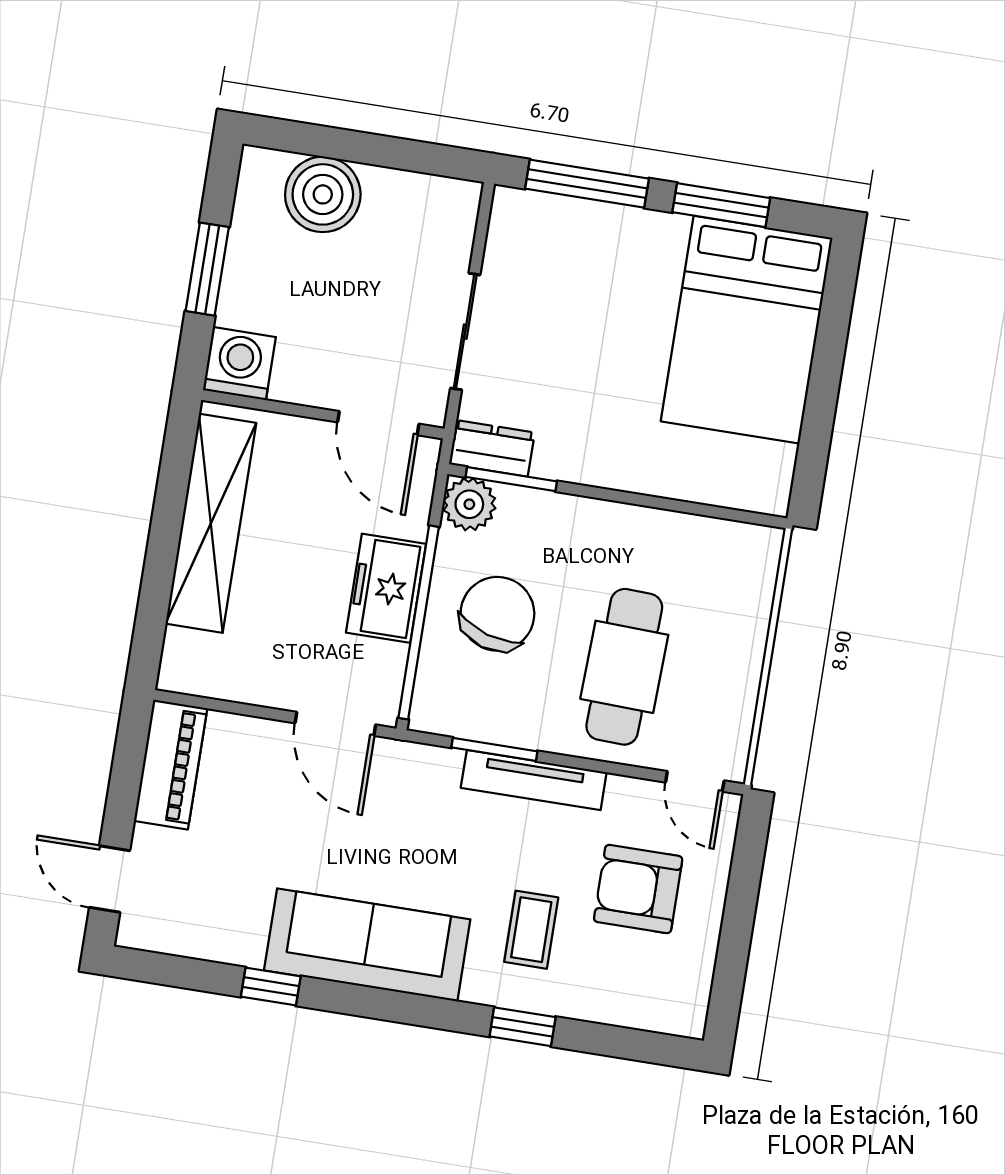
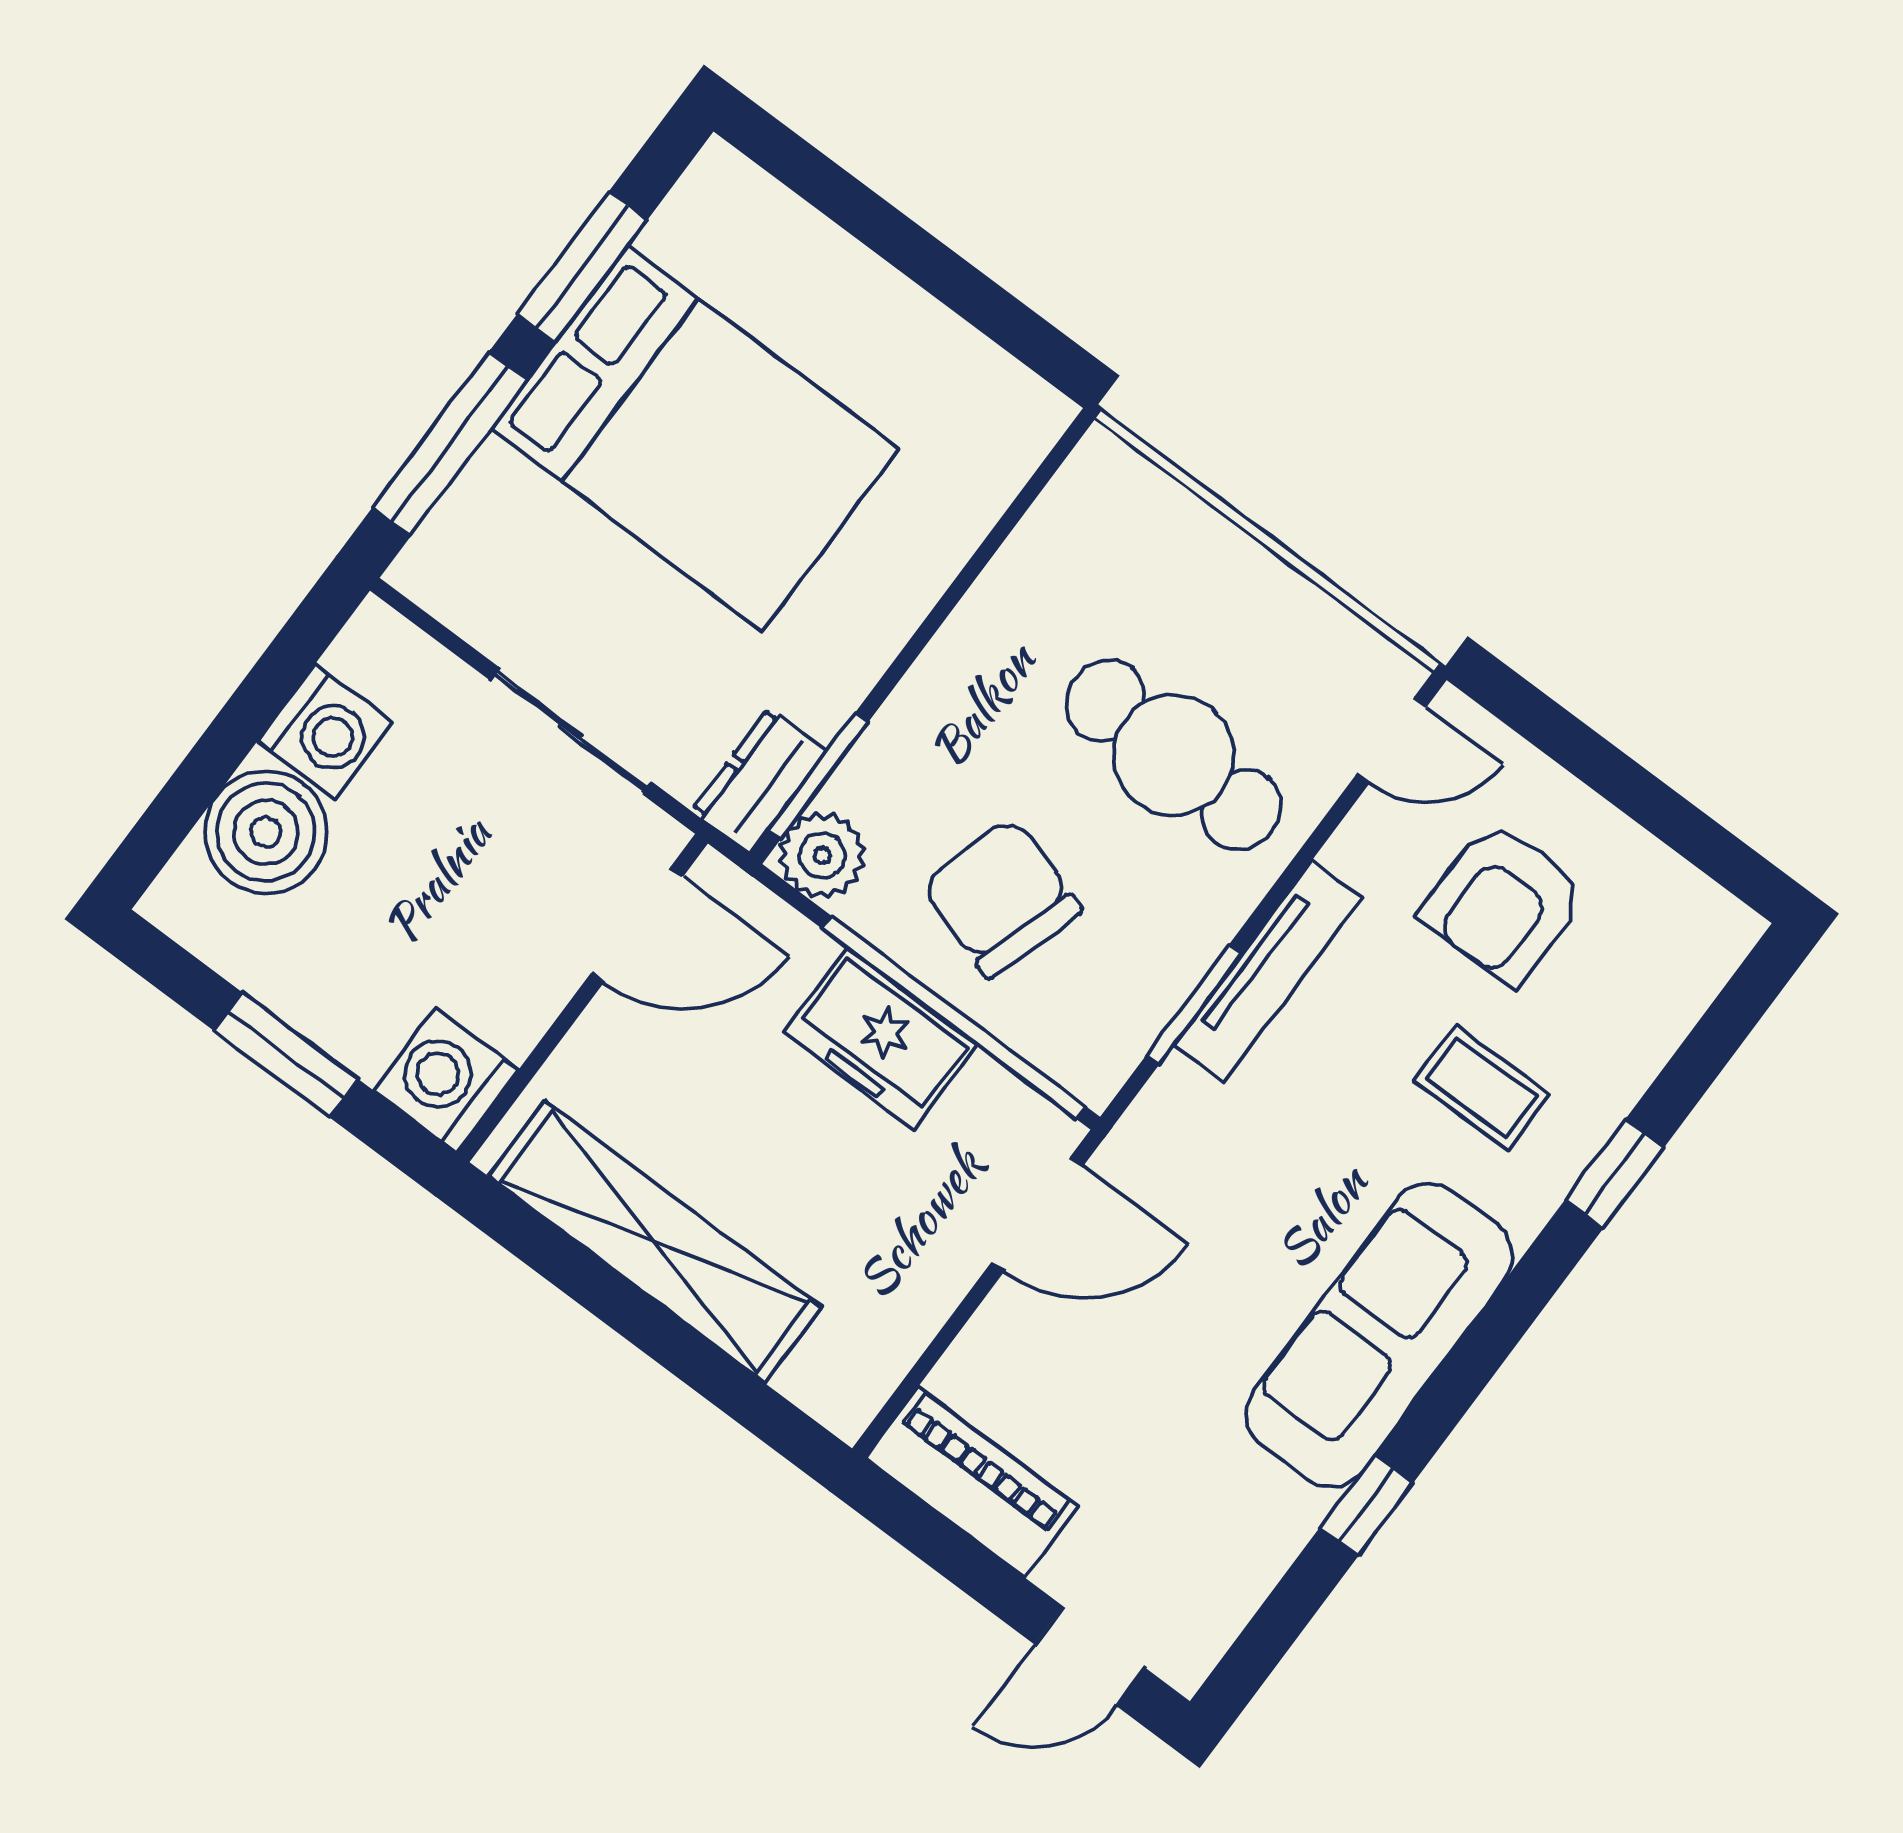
washing machine: (395, 198) -> (325, 731), added
bed: (747, 330) -> (695, 439), moved

